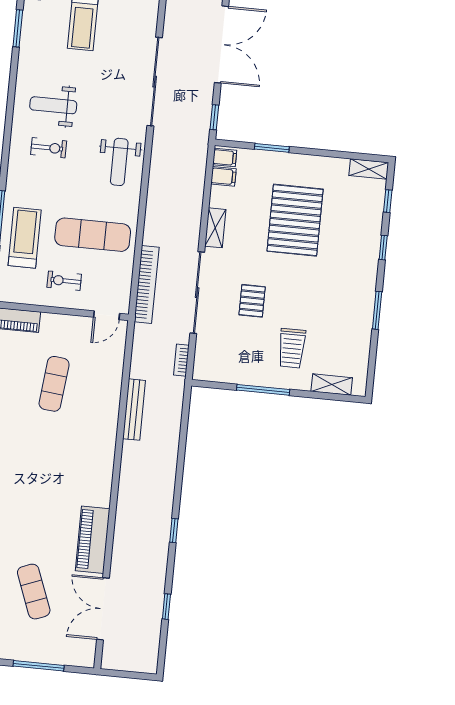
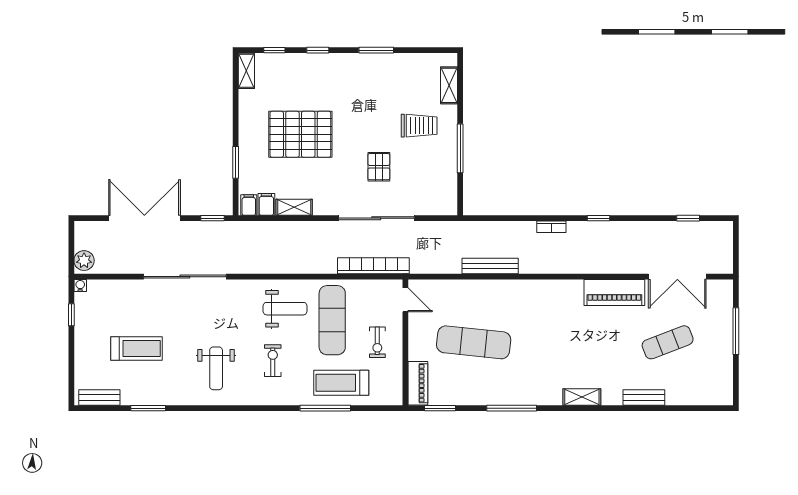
exercise bike: (49, 148) -> (273, 361), moved
weight bench: (119, 162) -> (285, 309), moved
shelving: (215, 228) -> (294, 207), moved
pallet: (252, 301) -> (379, 167), turned 90
bookcase: (181, 360) -> (551, 227), moved
exercise mat: (54, 384) -> (474, 342), width x1.36, depth x1.45
window: (166, 607) -> (688, 218), moved

